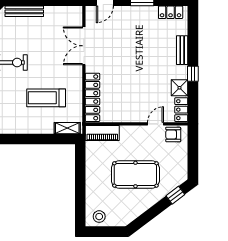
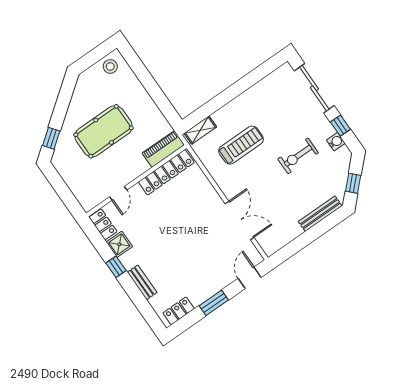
locker: (92, 97) -> (166, 172), moved, turned -90
armchair: (173, 134) -> (94, 195), removed

